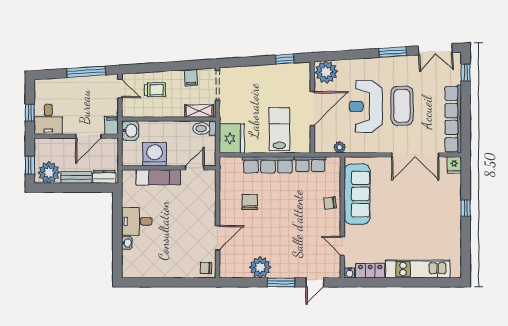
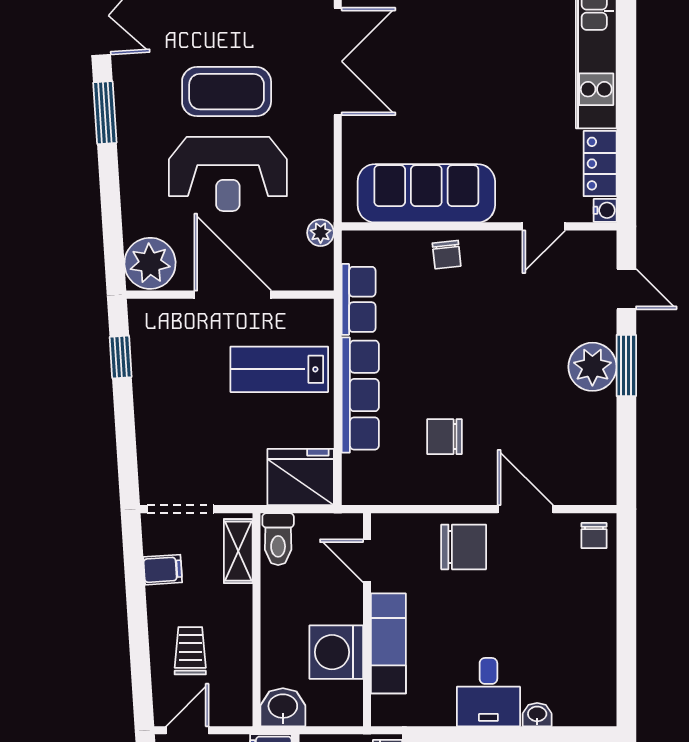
chair: (201, 210) -> (464, 547), added
plant: (260, 267) -> (592, 367), moved

